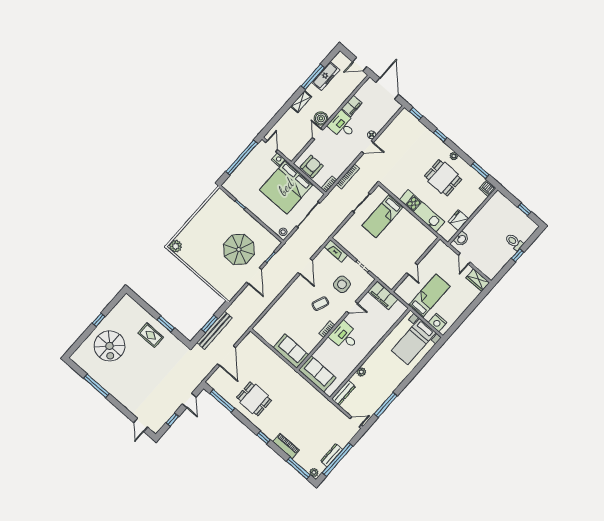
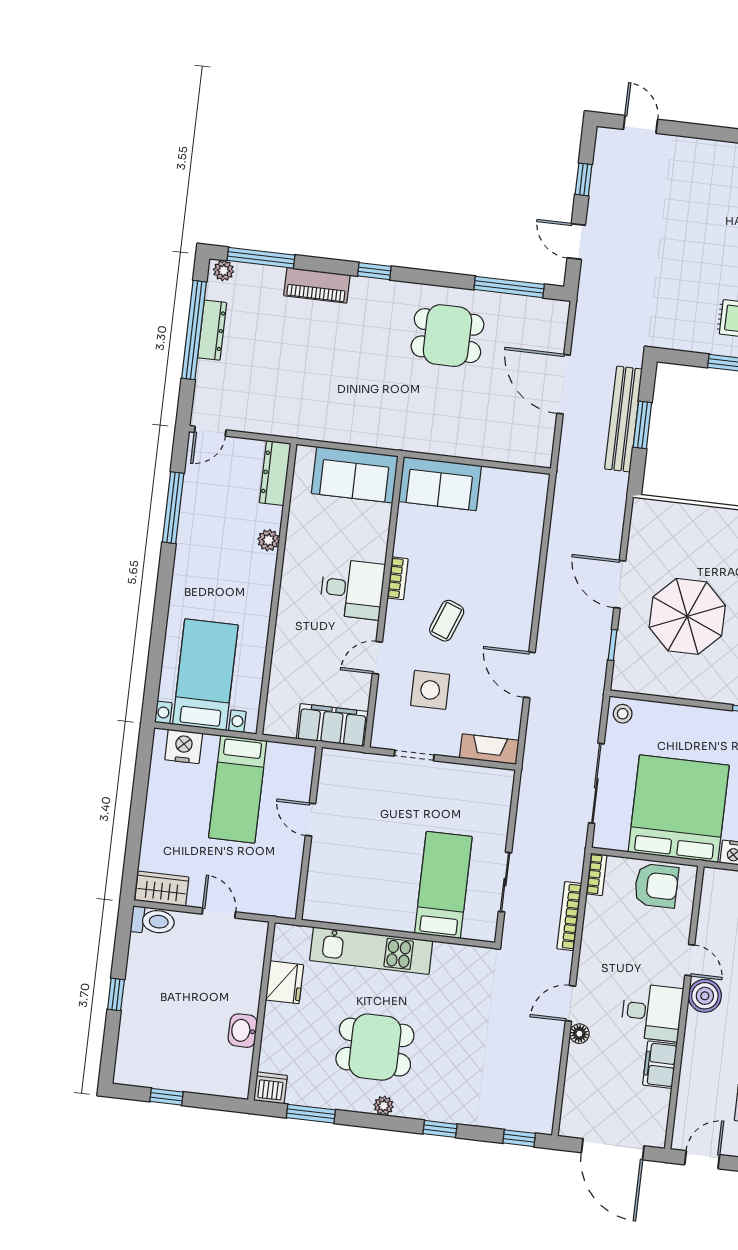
armchair: (312, 167) -> (656, 886), turned -90
washbasin: (461, 239) -> (243, 1031), moved
toilet: (514, 242) -> (153, 921), moved

